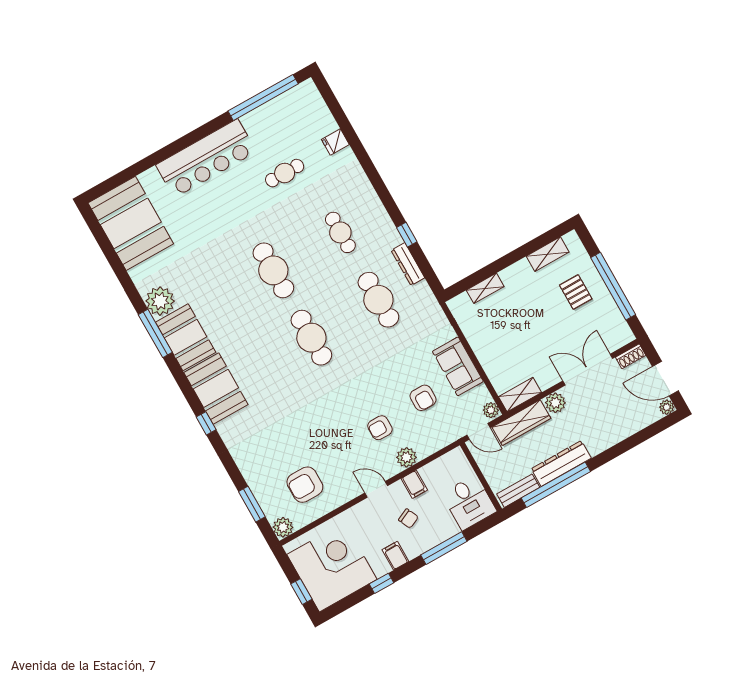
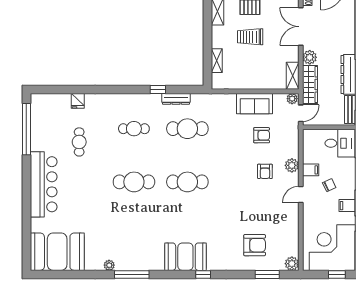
plant: (160, 301) -> (109, 265), width x0.53, depth x0.53
trolley: (539, 313) -> (250, 37), added
booth: (186, 337) -> (144, 258), removed
armchair: (305, 485) -> (255, 245), moved, turned -90

